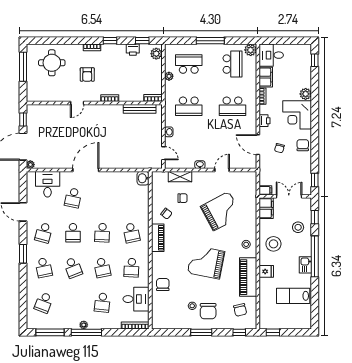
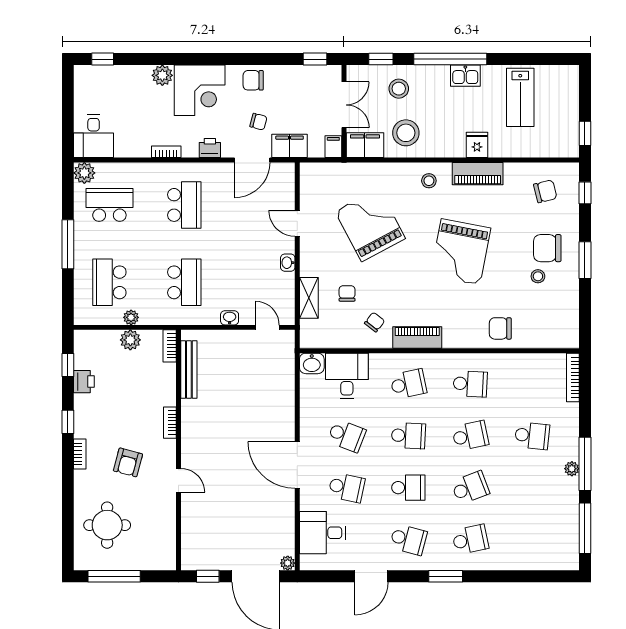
plant: (156, 54) -> (130, 340), moved
armchair: (87, 75) -> (128, 462), turned 105
filing cabinet: (266, 77) -> (290, 146), moved
door: (163, 153) -> (267, 327), hinge flipped
double door: (289, 196) -> (344, 105), swing flipped
stool: (273, 244) -> (406, 133), moved
piano: (248, 277) -> (478, 174), width x0.73, depth x0.75
desk: (136, 299) -> (347, 376), moved
school desk: (44, 303) -> (347, 436), moved
chair: (208, 311) -> (547, 248), turned 180

